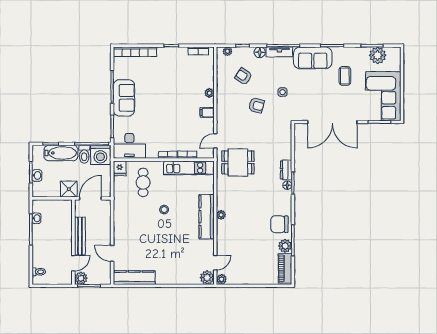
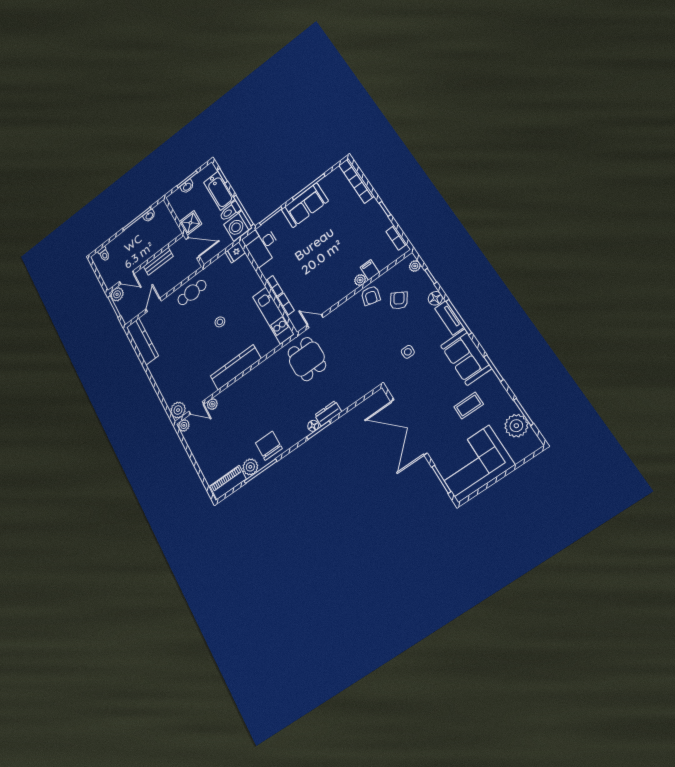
armchair: (256, 105) -> (371, 296), moved
filing cabinet: (207, 113) -> (370, 270), moved
cafe table: (143, 182) -> (192, 293), moved
plant: (221, 215) -> (212, 404), moved
bench: (80, 236) -> (158, 261), width x0.73

